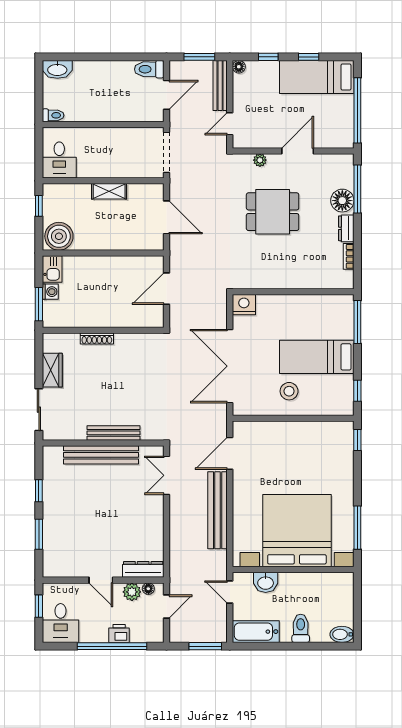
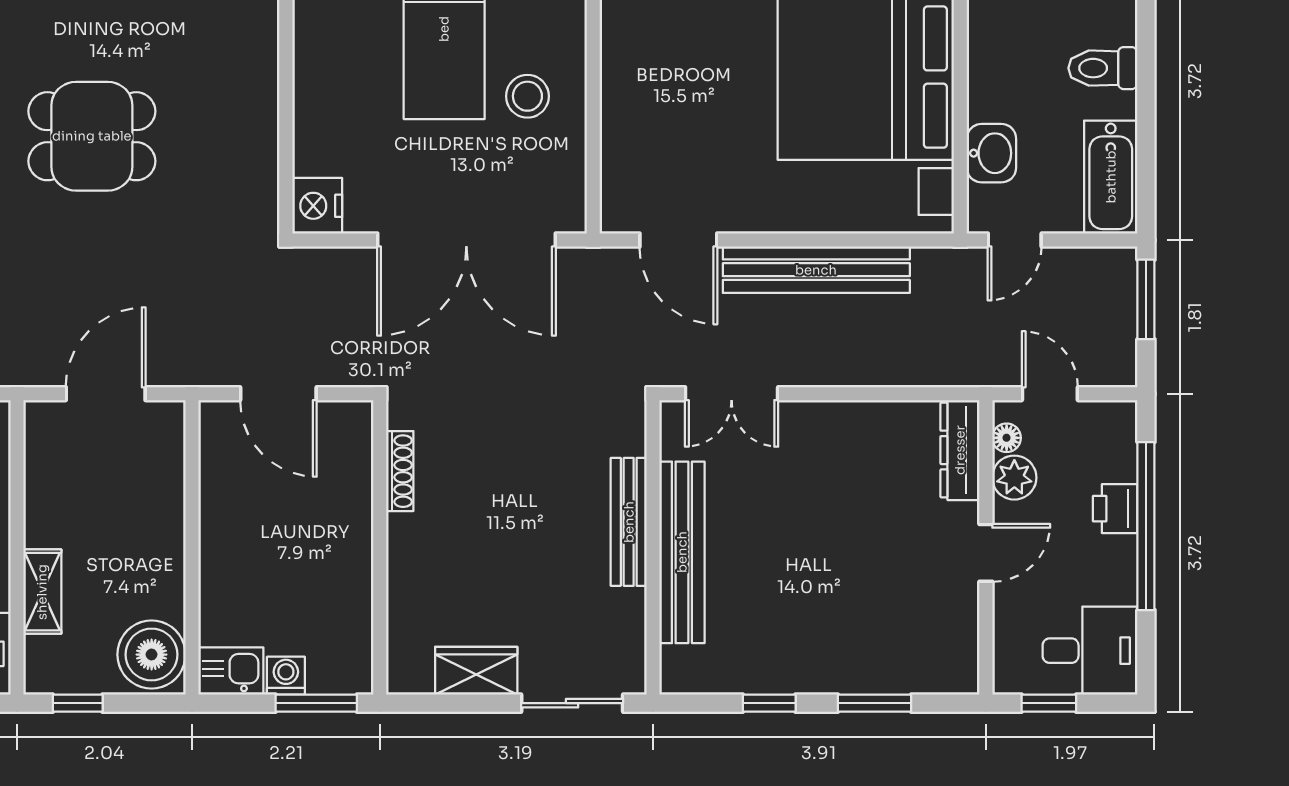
shelving: (109, 191) -> (42, 592), moved
dining table: (273, 212) -> (92, 136), turned 90
shoe rack: (97, 339) -> (400, 471), moved

